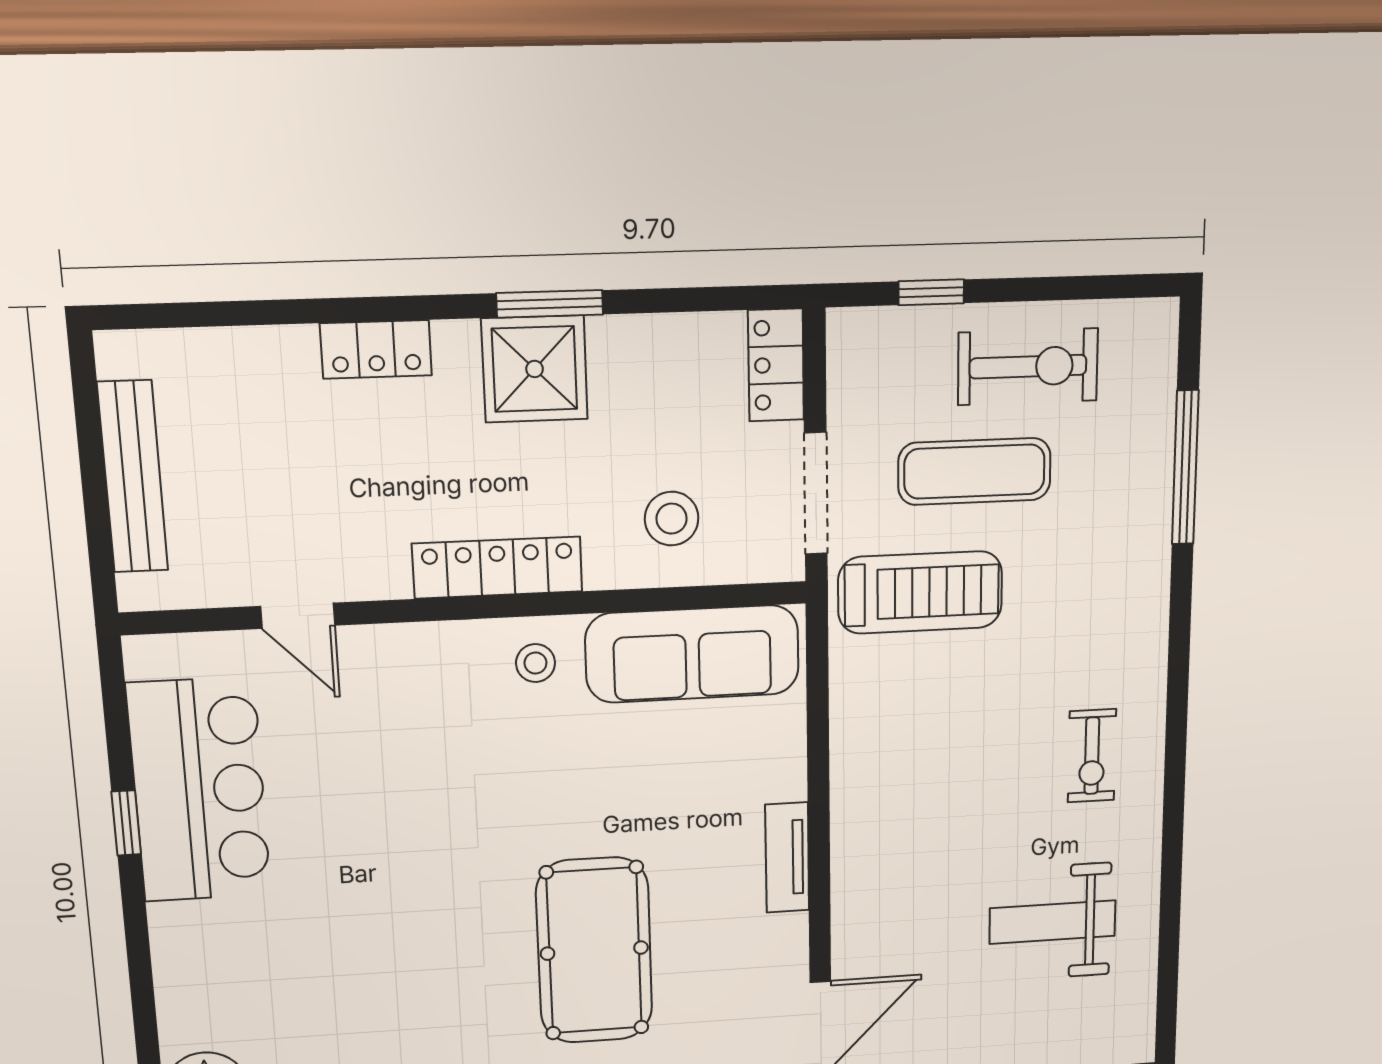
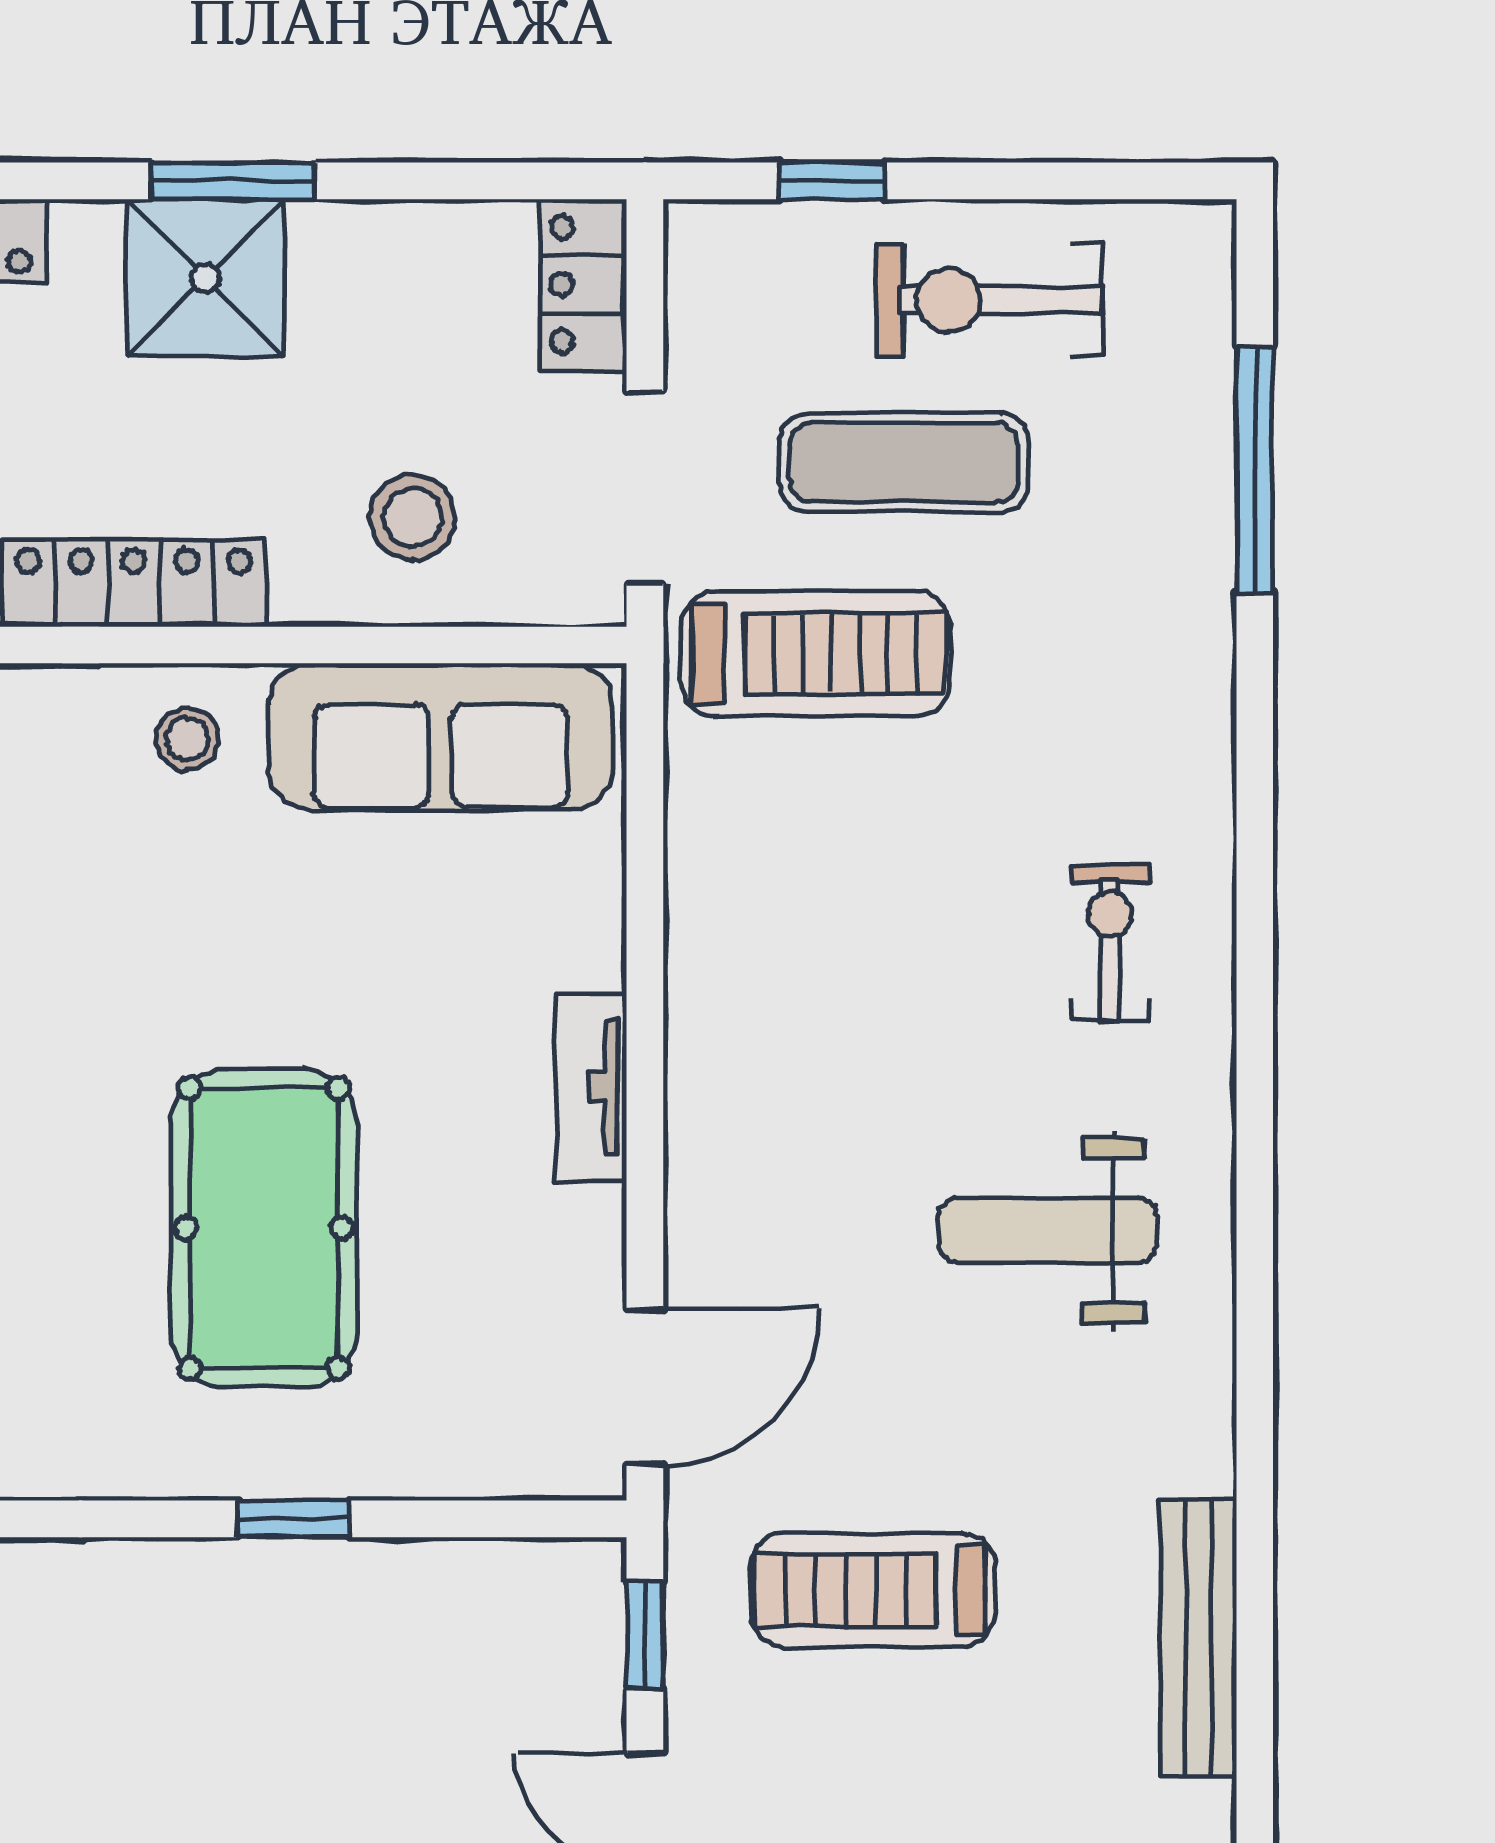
exercise bike: (1028, 367) -> (990, 300), turned 180
exercise bike: (1092, 756) -> (1110, 942), turned 180

